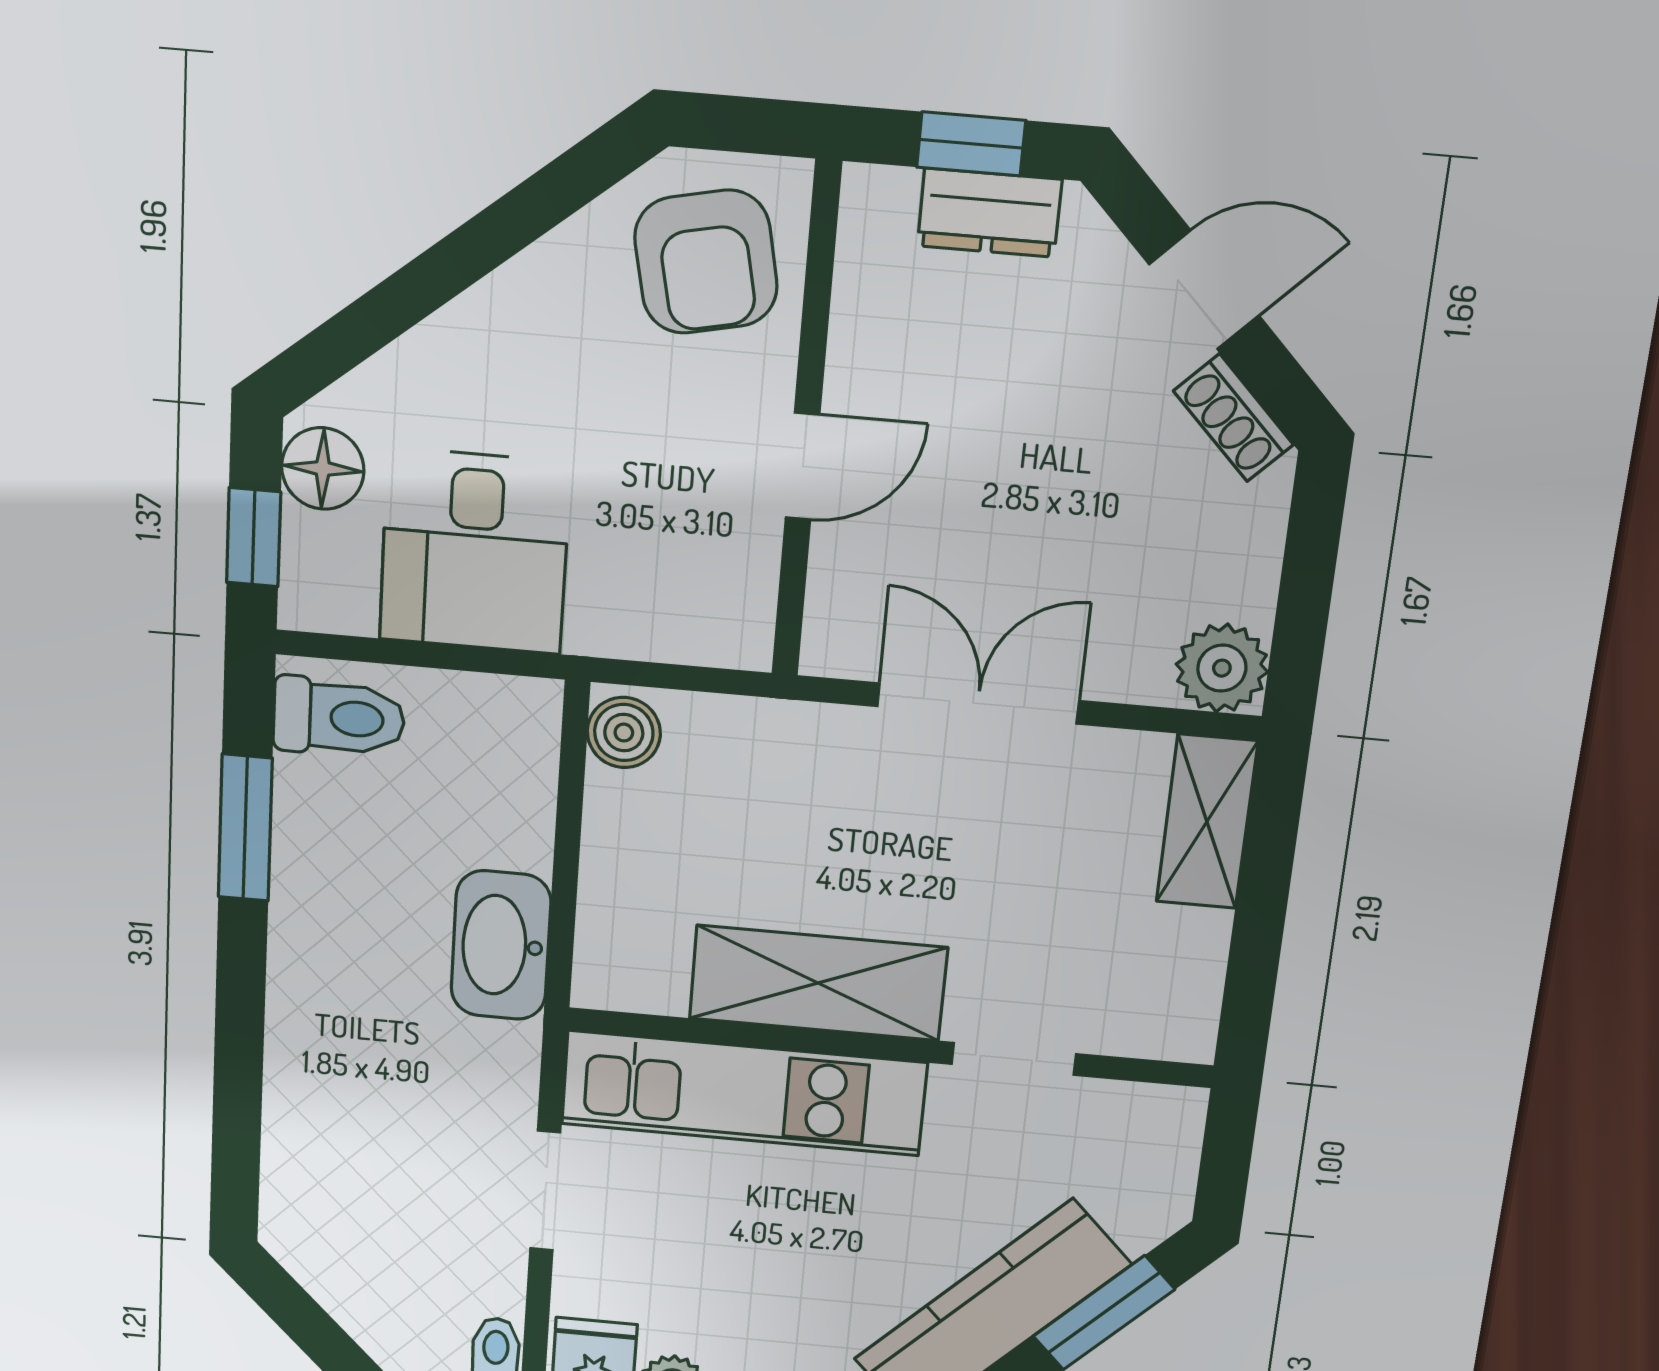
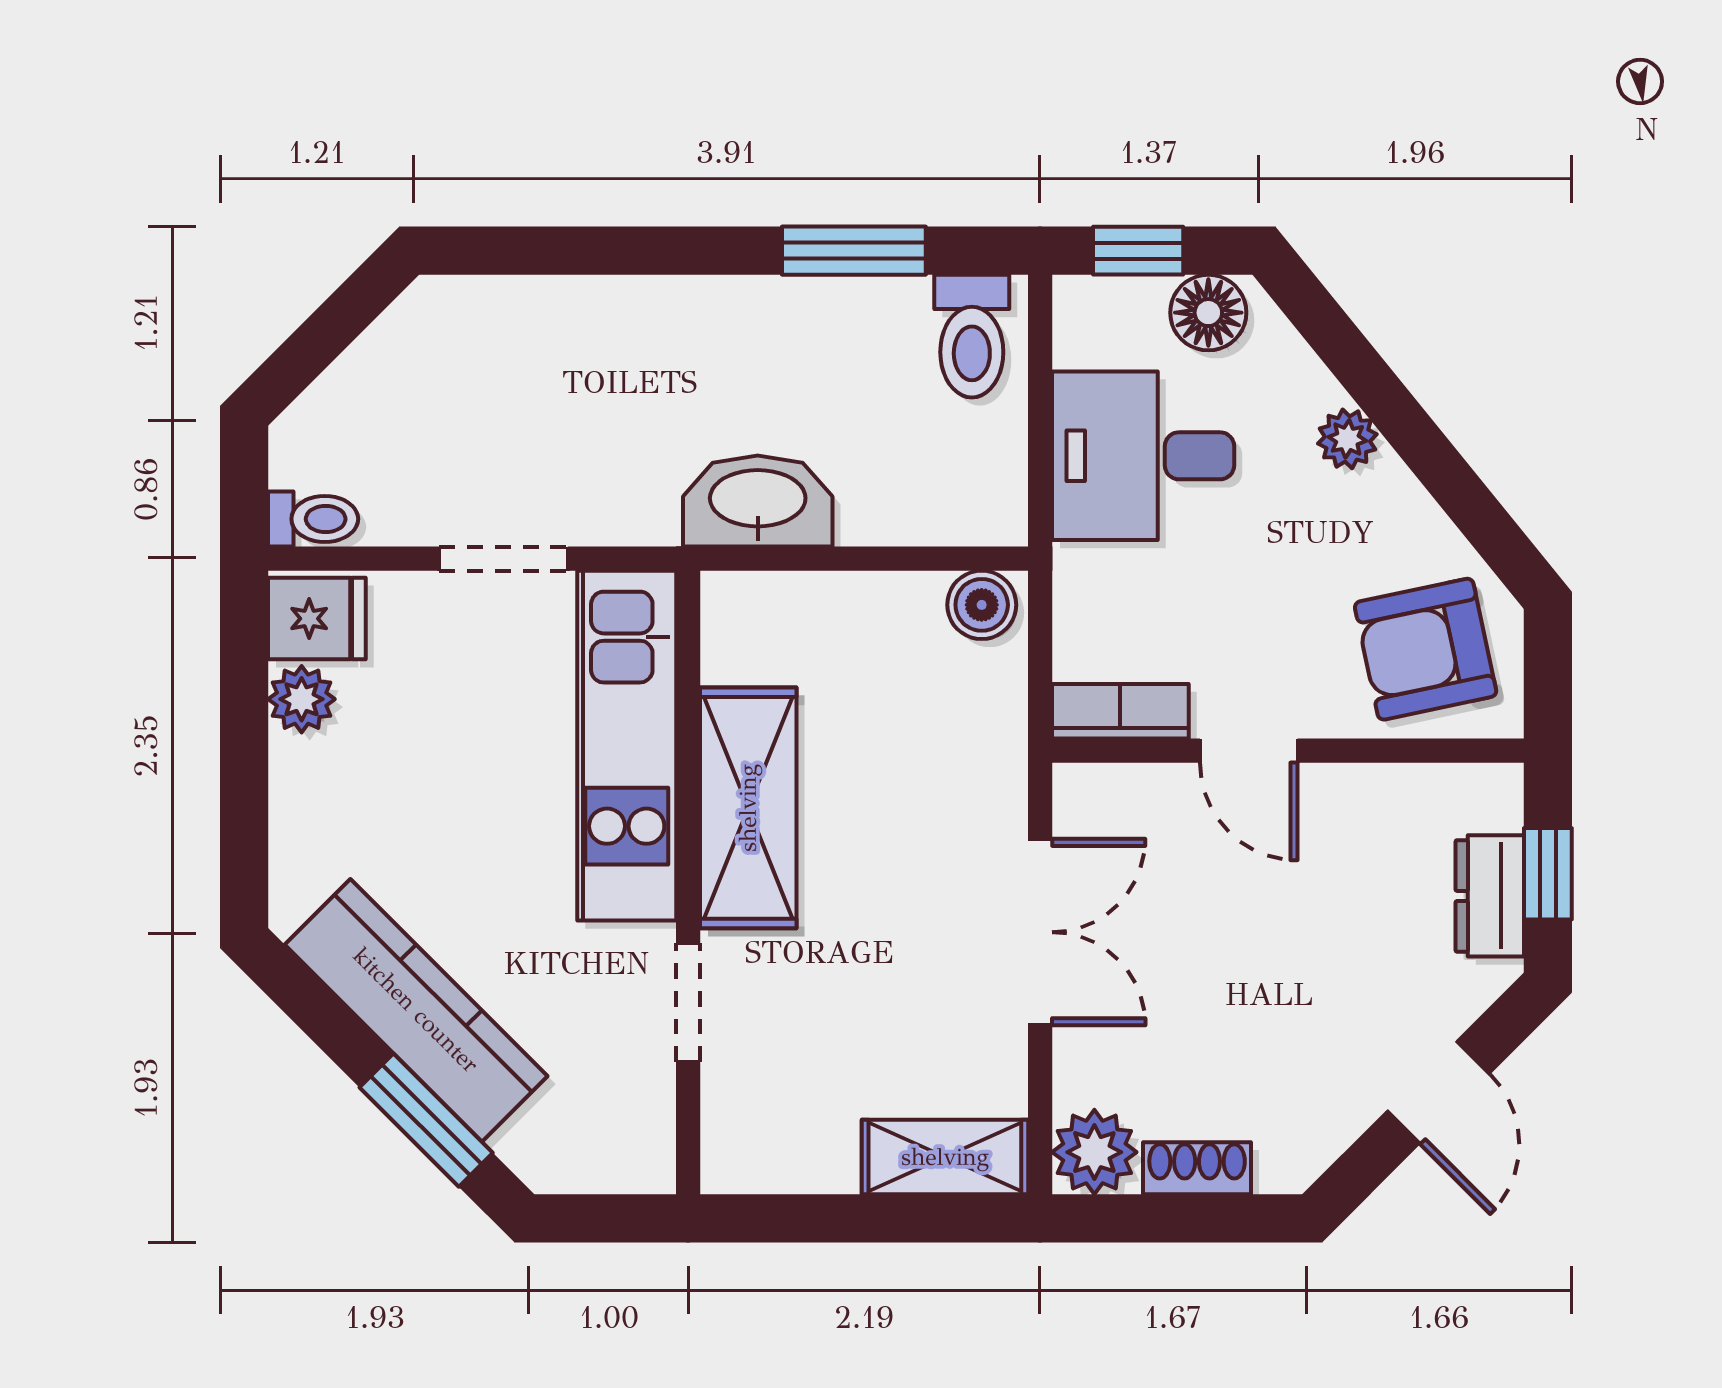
plant: (467, 329) -> (1347, 439), added
shoe rack: (1233, 418) -> (1197, 1168), moved, turned 45
bookcase: (748, 599) -> (1120, 711), added

